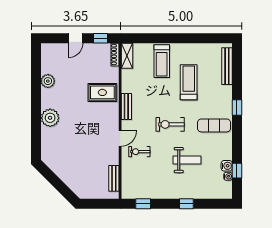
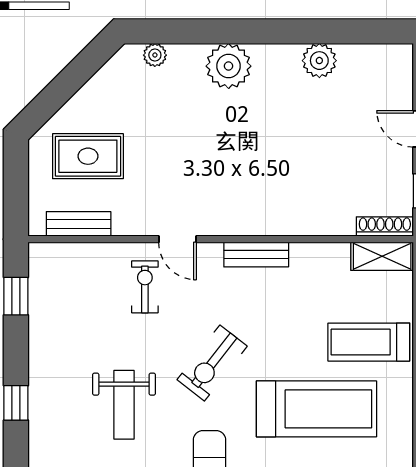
treadmill: (189, 82) -> (316, 409), width x1.37, depth x1.38
rug: (102, 92) -> (88, 156), moved, turned 90
exercise bike: (170, 124) -> (212, 363), turned -142
plant: (46, 148) -> (155, 55), added

